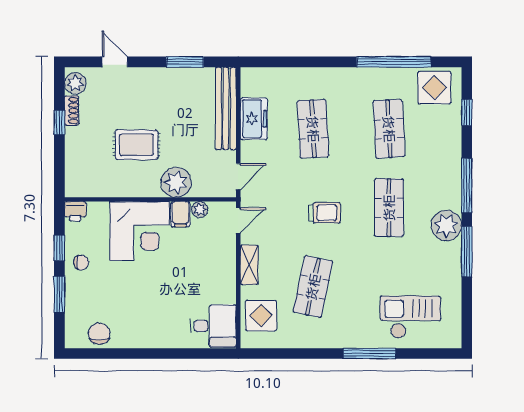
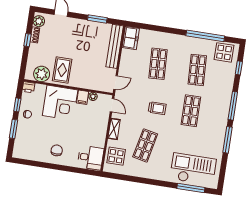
freezer: (254, 119) -> (131, 38), moved
rug: (136, 145) -> (62, 70), moved, turned 90
plant: (176, 182) -> (42, 74), moved
door: (238, 221) -> (112, 105), hinge flipped
plant: (446, 225) -> (219, 125), removed
checkout: (410, 317) -> (193, 169), width x1.36, depth x1.21
chair: (99, 334) -> (57, 150), moved
window: (370, 353) -> (191, 188), moved

